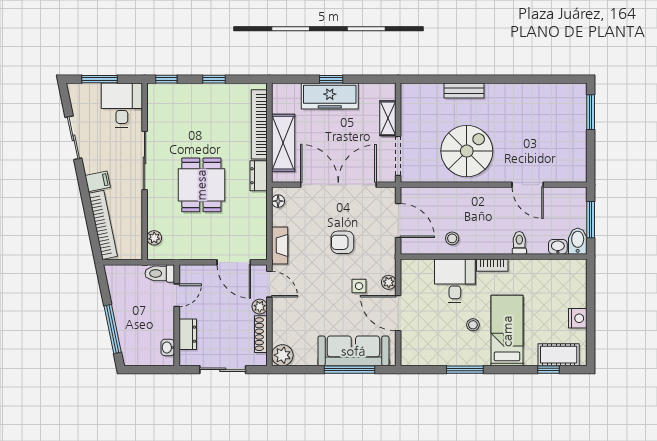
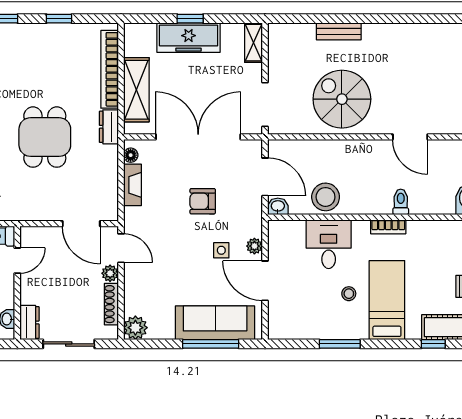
shelving: (388, 118) -> (254, 43), moved
spiral stairs: (467, 151) -> (342, 99), turned -90
stool: (452, 238) -> (326, 197), width x1.89, depth x1.89
fireplace: (280, 245) -> (132, 185), moved
washbasin: (558, 247) -> (278, 206), moved
bookcase: (492, 265) -> (388, 227), moved
dresser: (188, 334) -> (29, 322), moved

